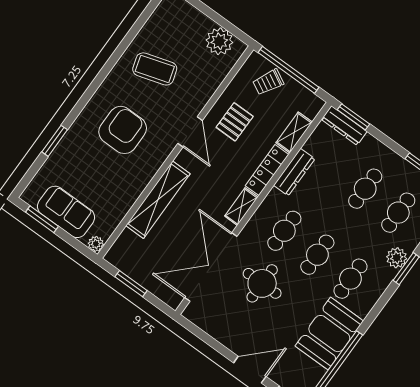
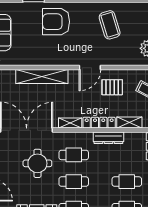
armchair: (123, 130) -> (56, 22), moved, turned 180

